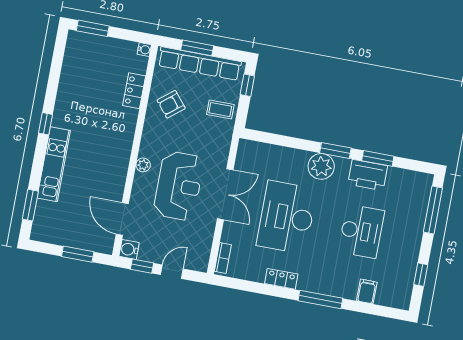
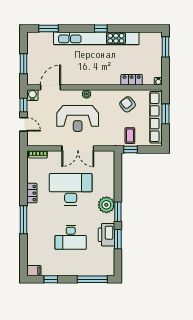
window: (247, 85) -> (131, 149), moved
kitchen unit: (54, 164) -> (96, 38), width x1.86
filing cabinet: (367, 291) -> (34, 271), moved

